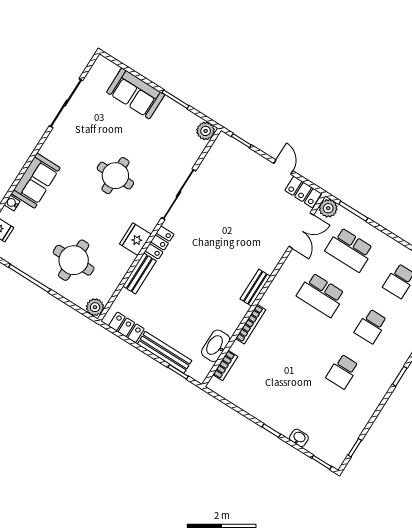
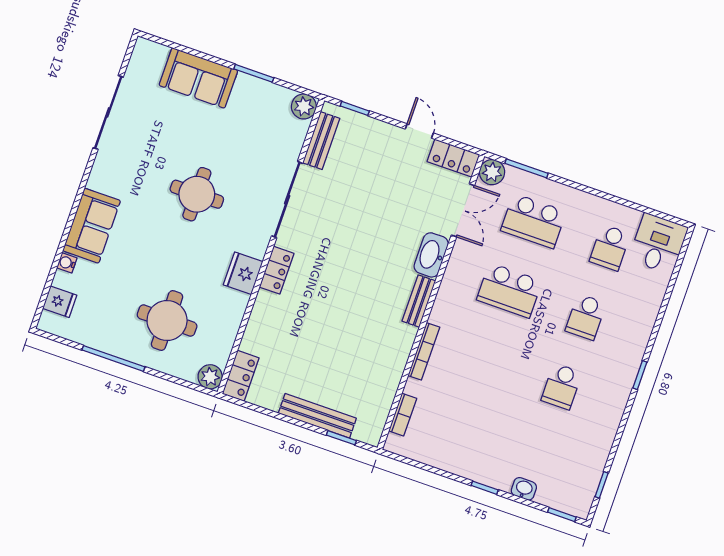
bench: (140, 273) -> (321, 141), moved
locker: (126, 327) -> (241, 376), moved, turned 90
washbasin: (216, 346) -> (431, 255), moved

